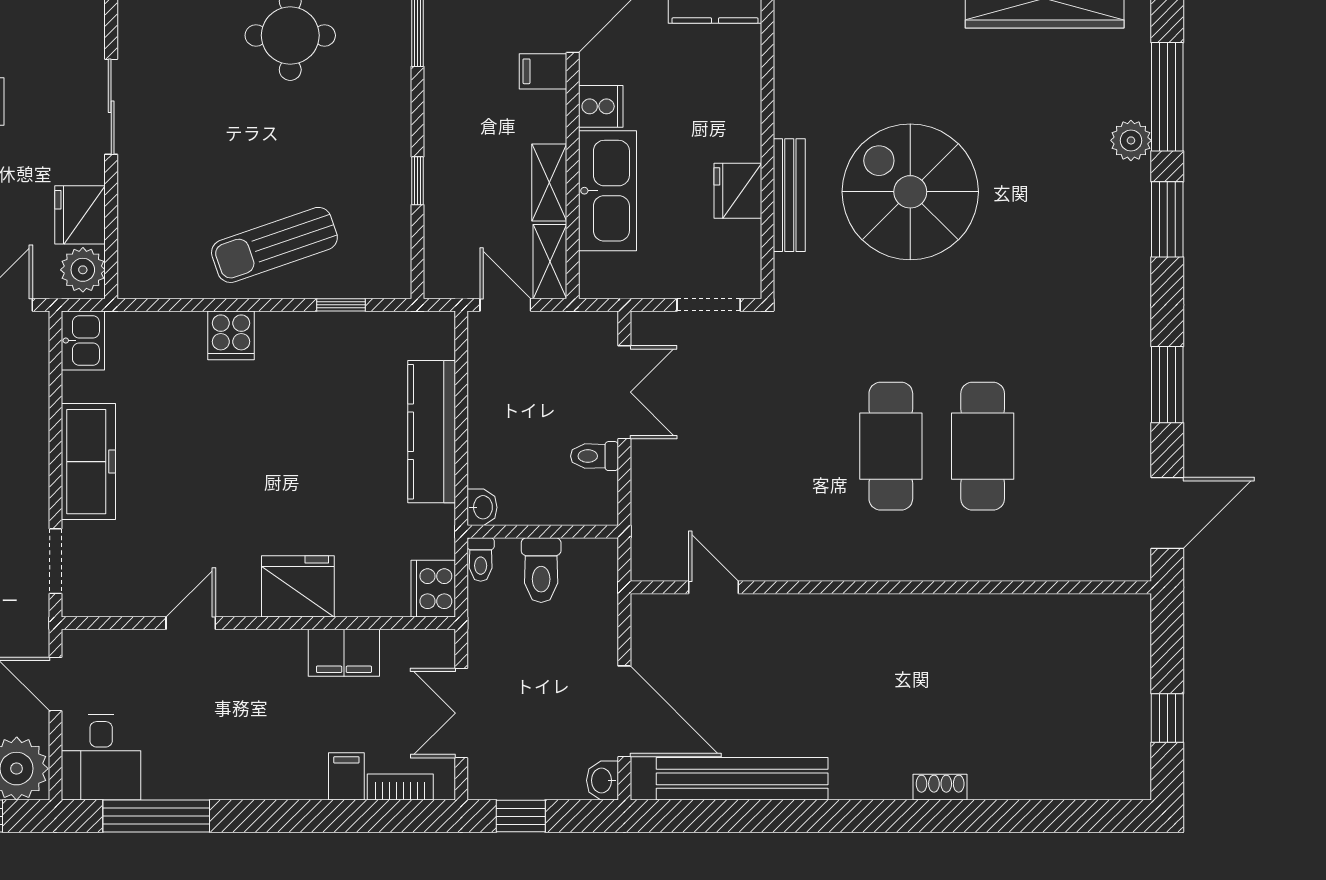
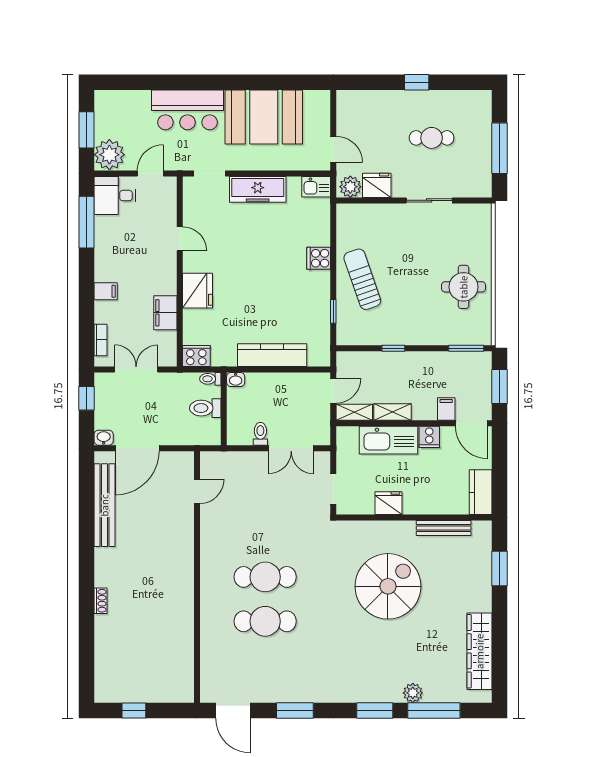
bench: (789, 195) -> (444, 528), moved
filing cabinet: (346, 776) -> (106, 291), moved

